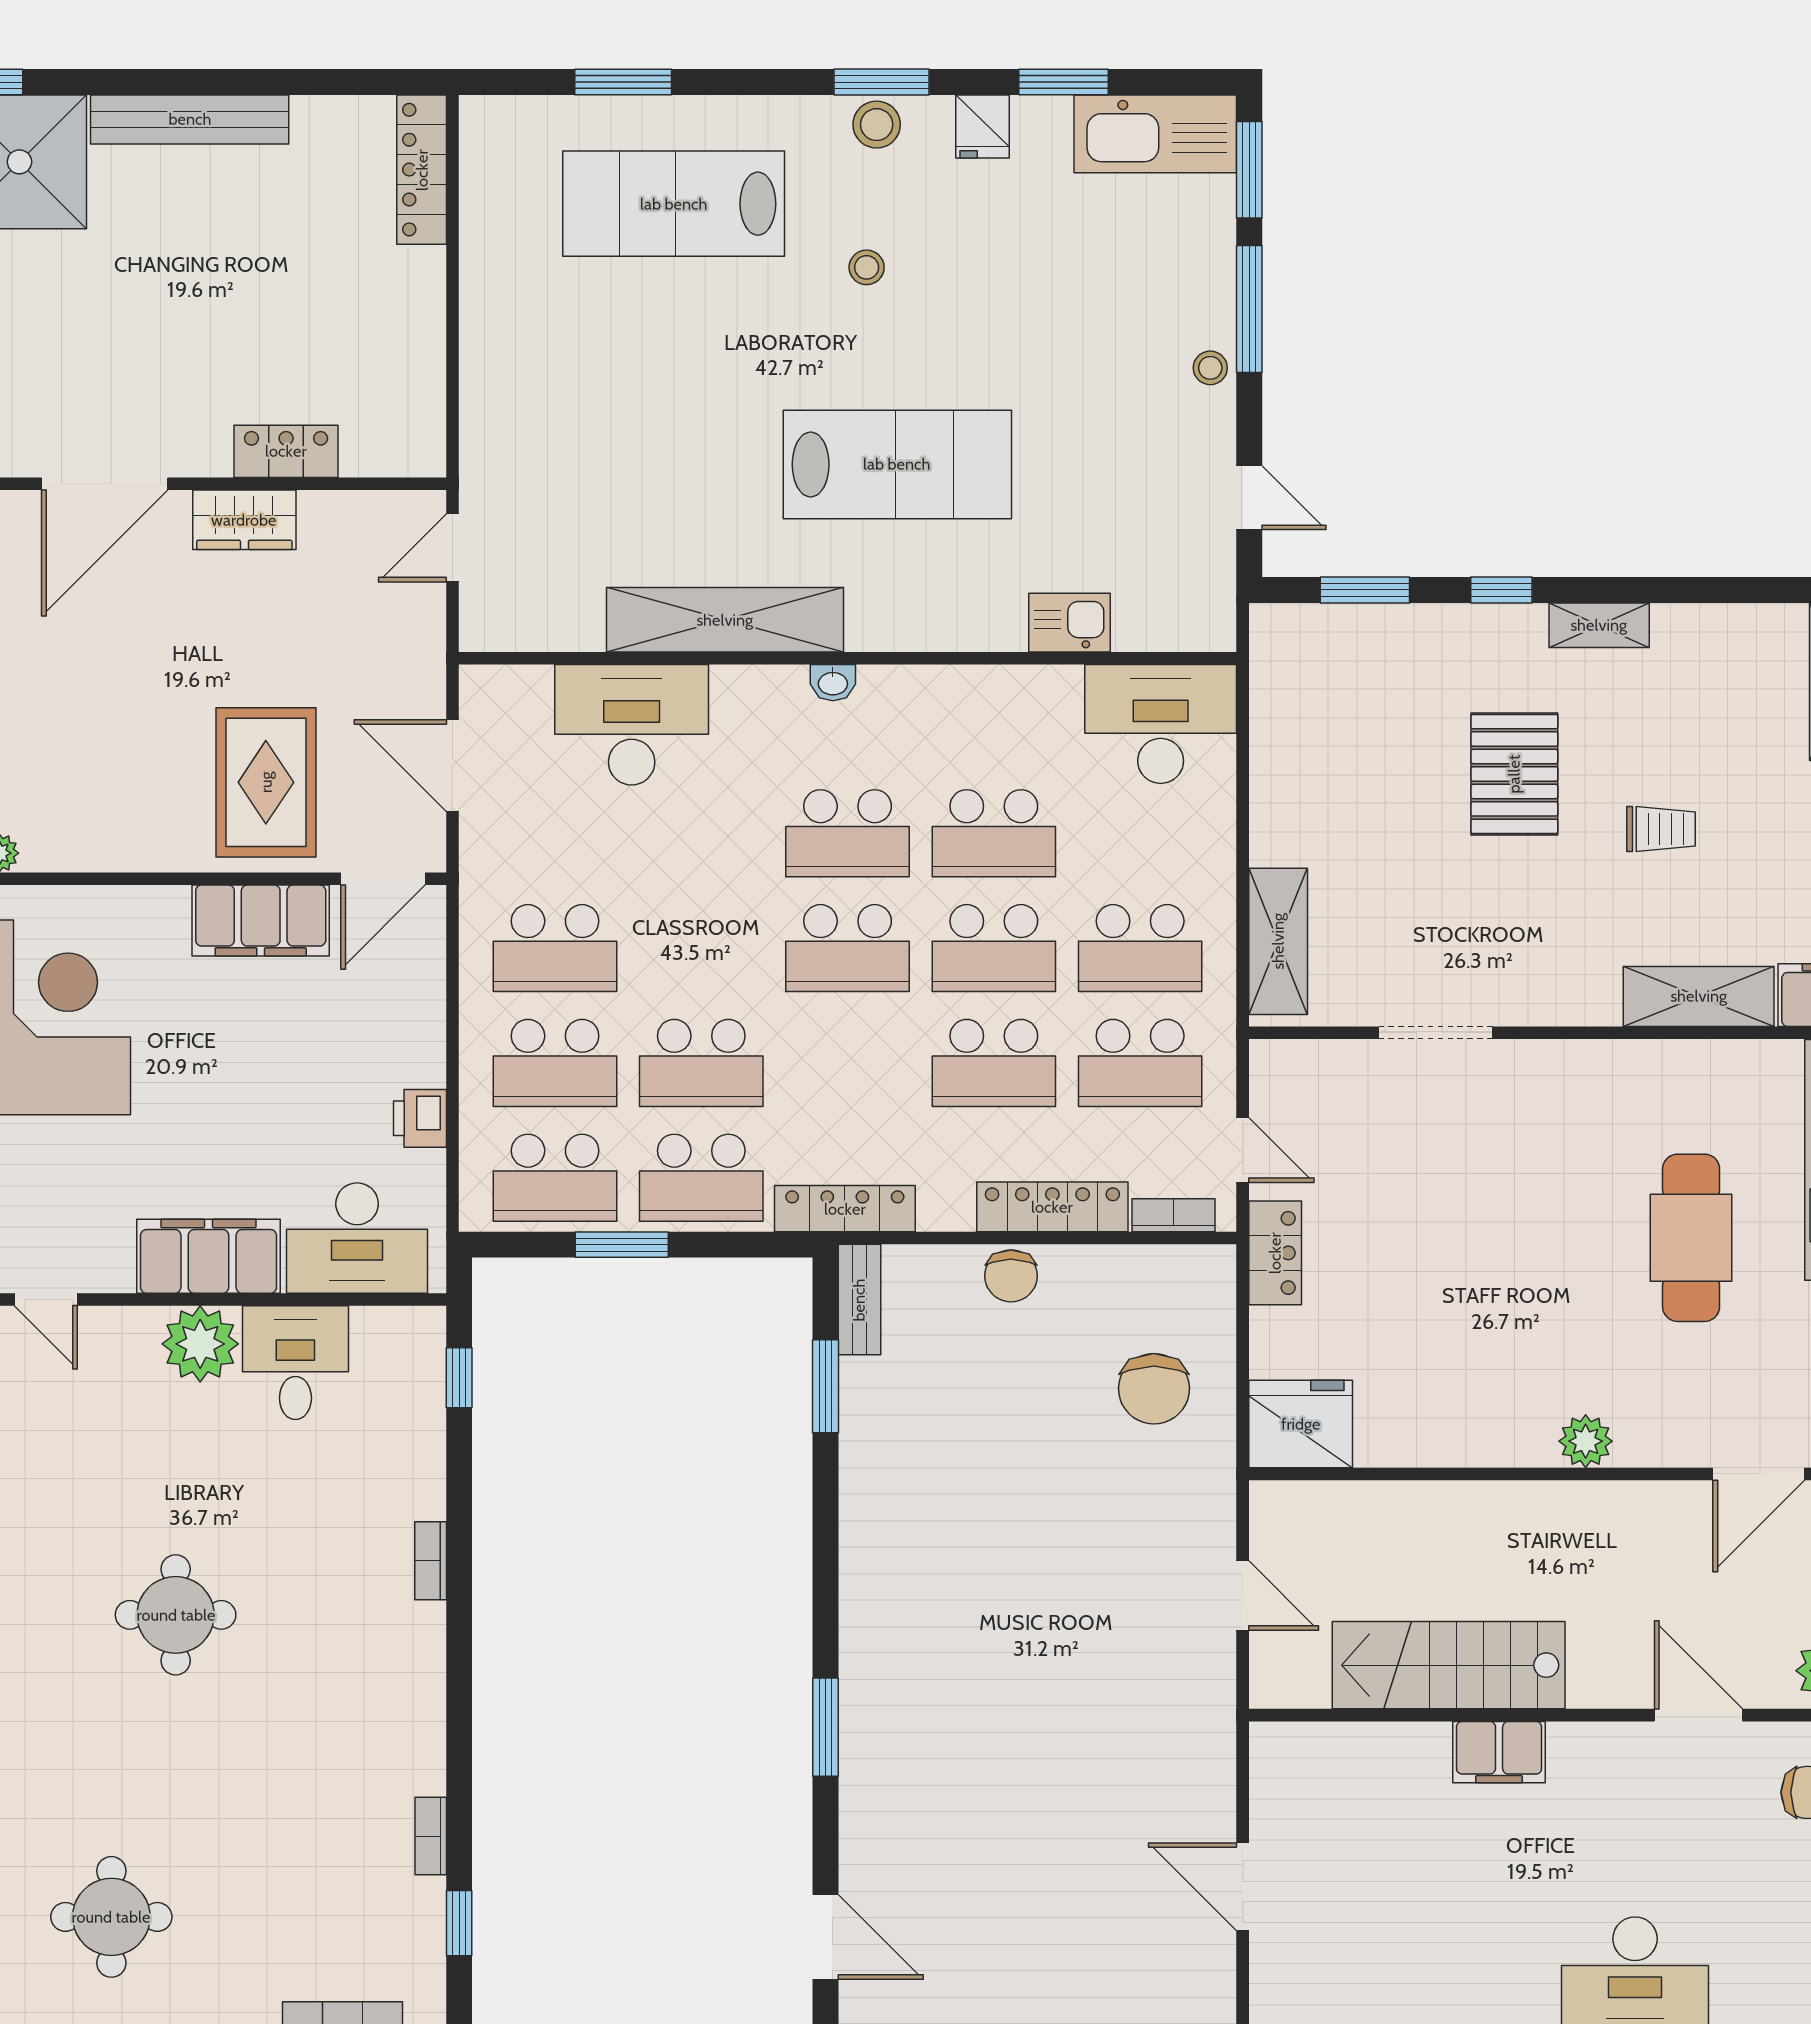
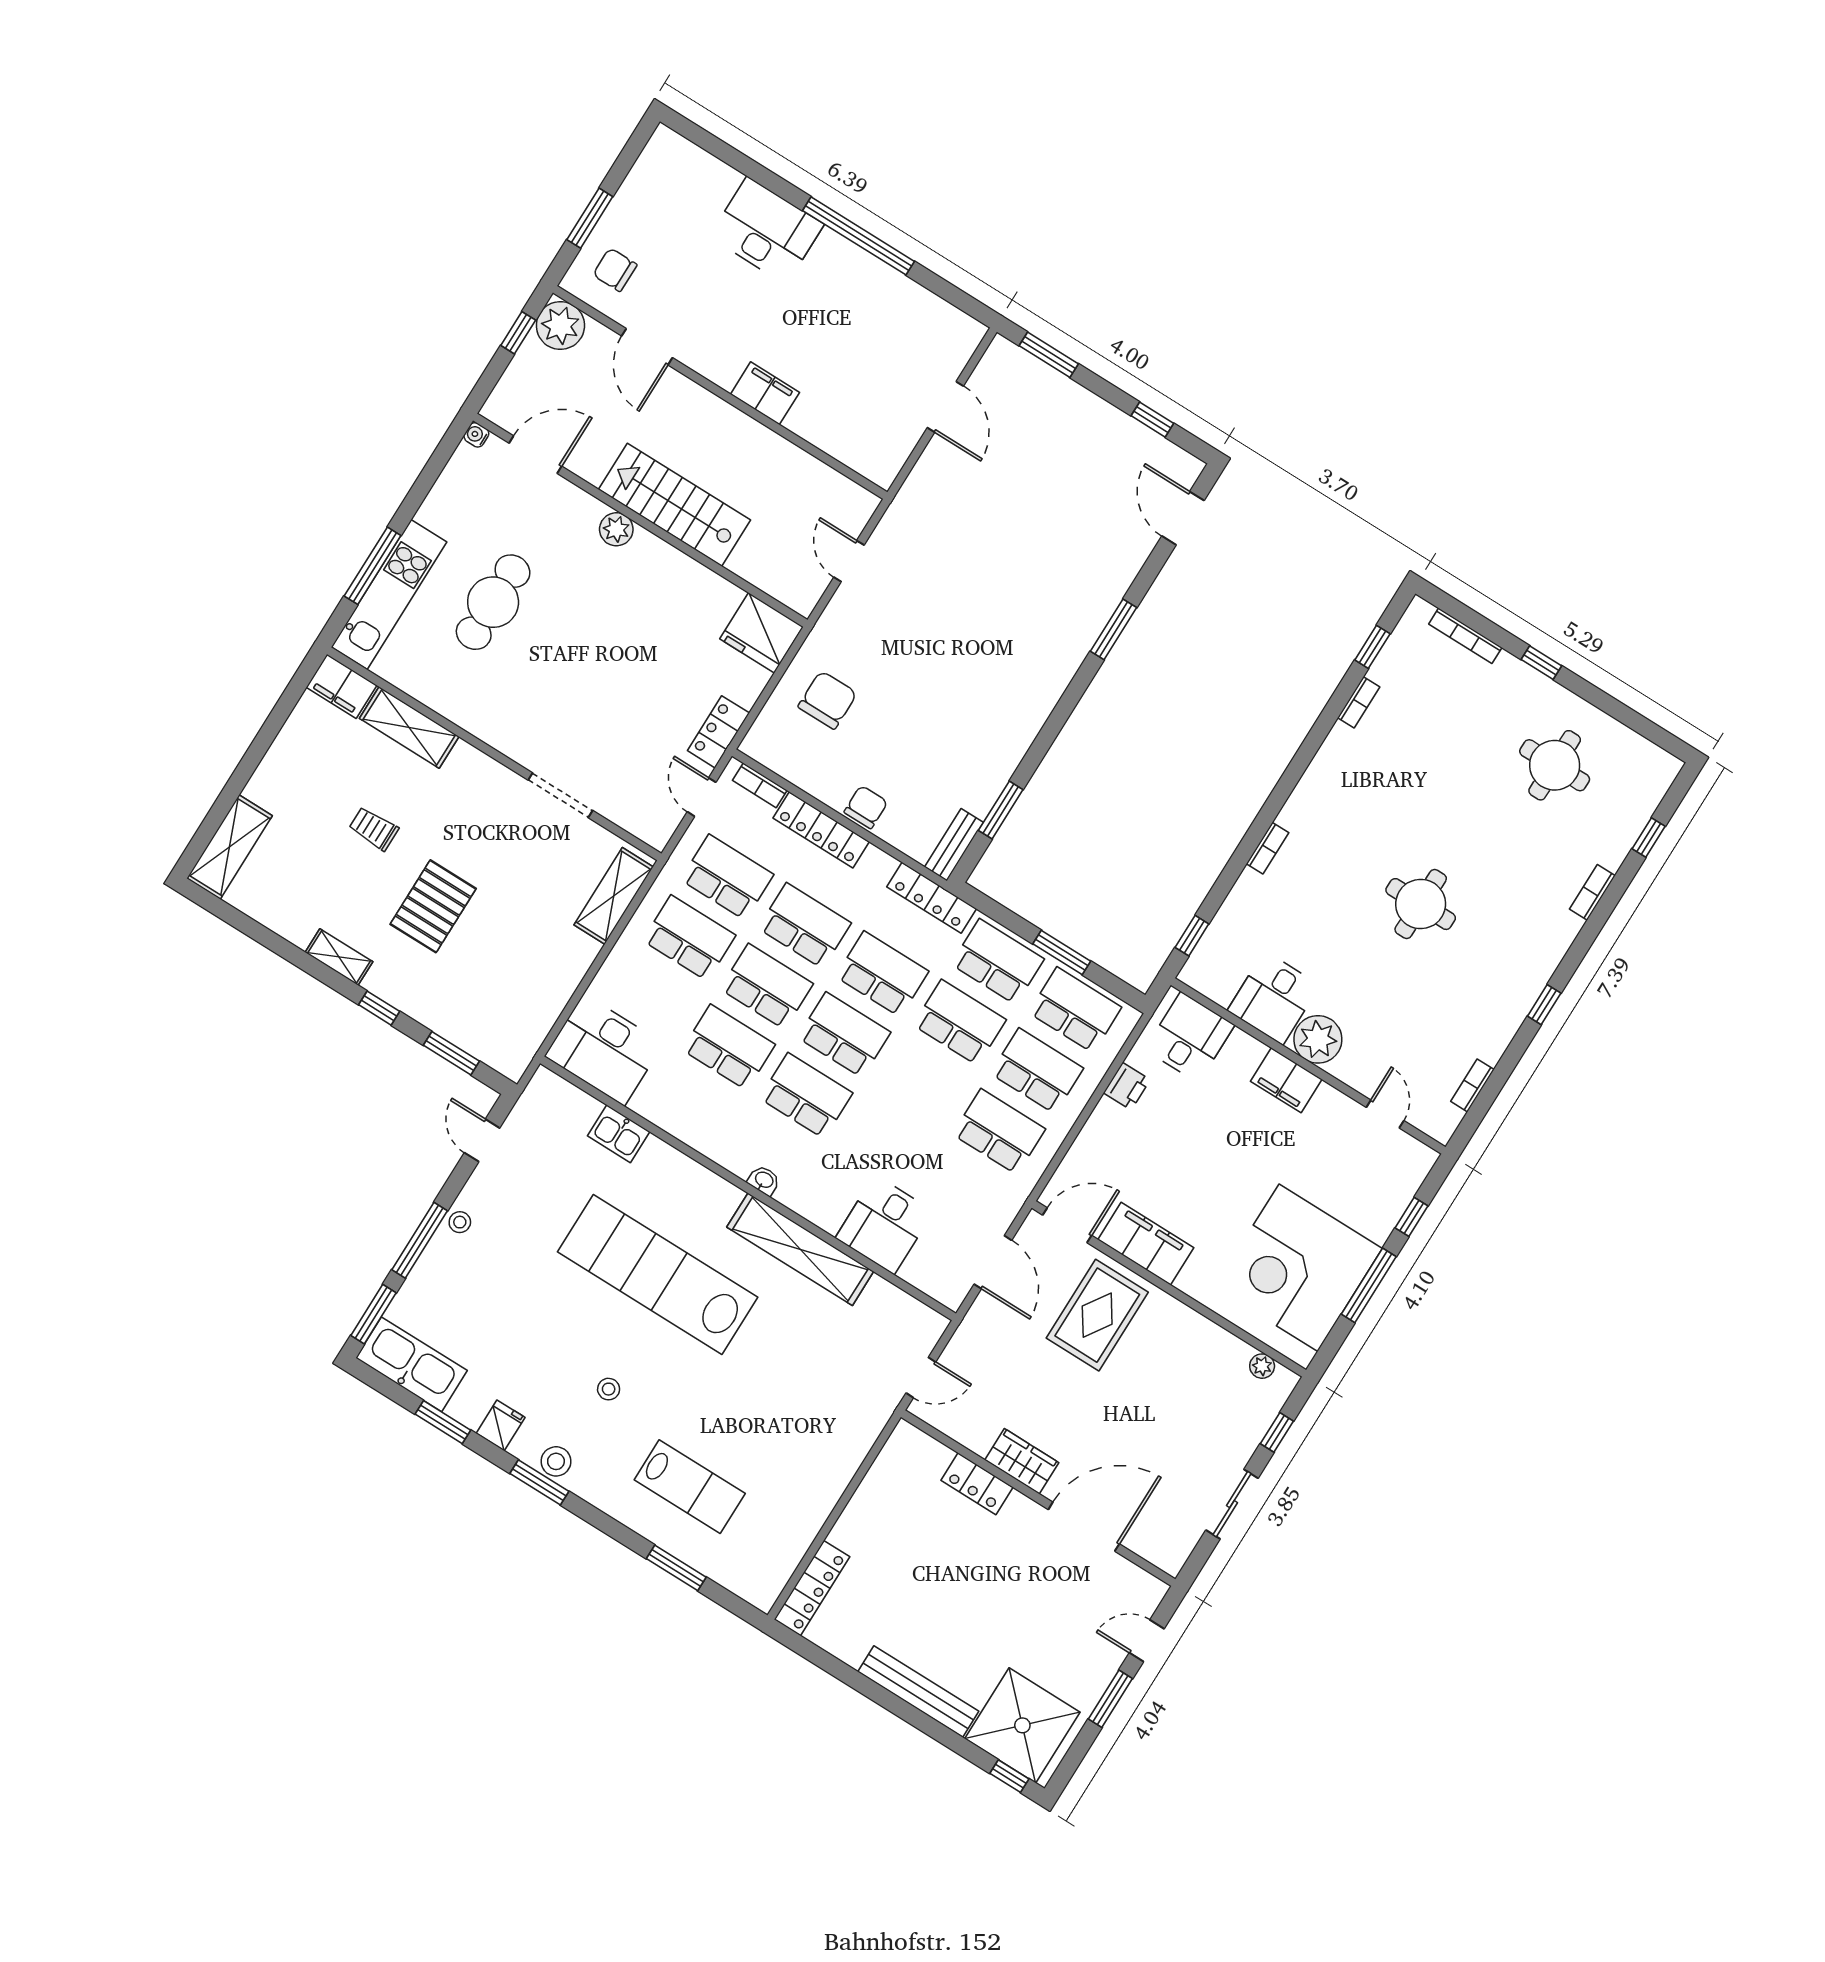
lab bench: (674, 204) -> (690, 1487), width x0.73, depth x0.72
lab bench: (897, 464) -> (658, 1274), width x1.36
desk: (632, 725) -> (884, 1225), width x0.73
school desk: (848, 1063) -> (882, 974), added
desk: (357, 1238) -> (1190, 1037), width x0.73
filing cabinet: (208, 1256) -> (1286, 1080), width x0.67, depth x0.86
stairs: (1449, 1665) -> (674, 505), moved, turned 180

